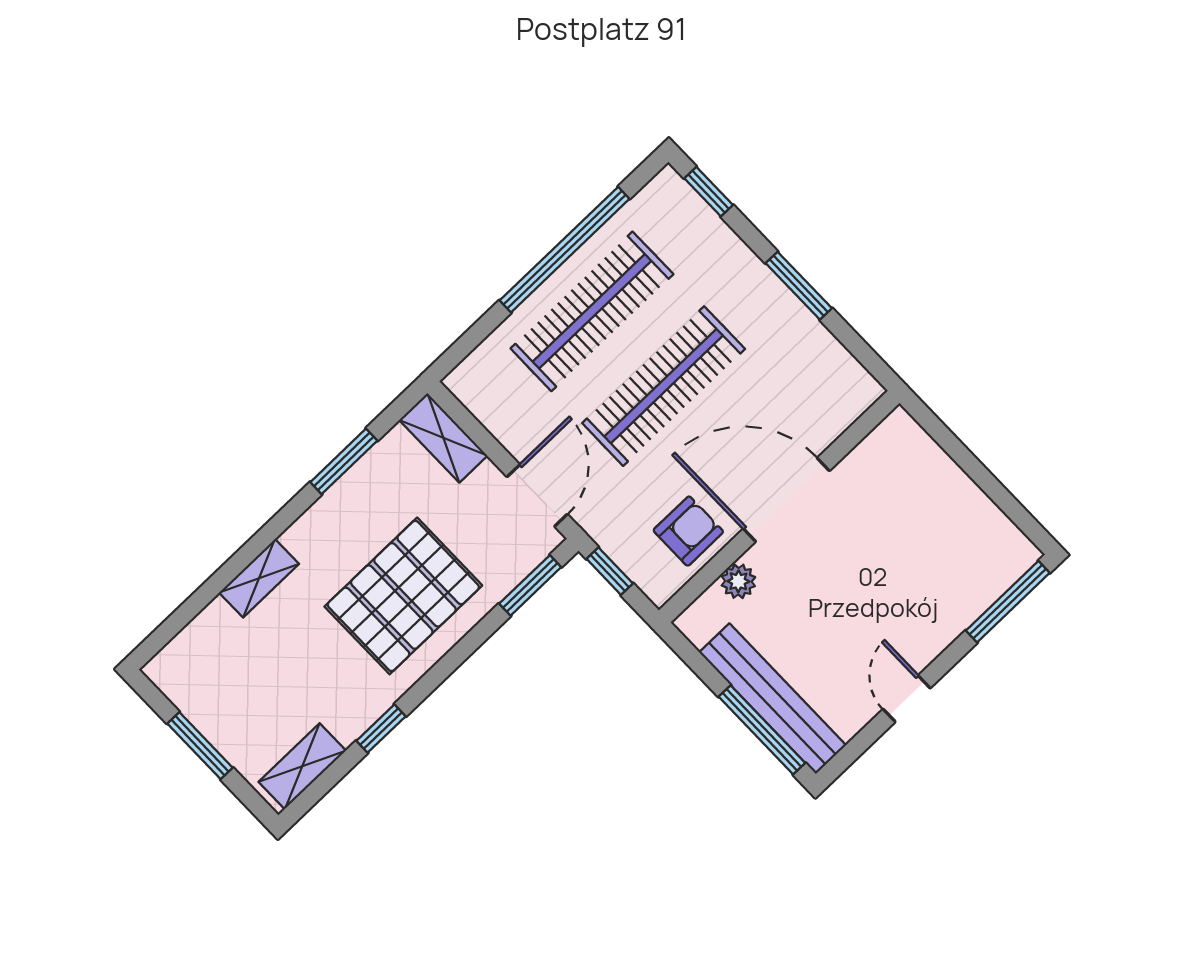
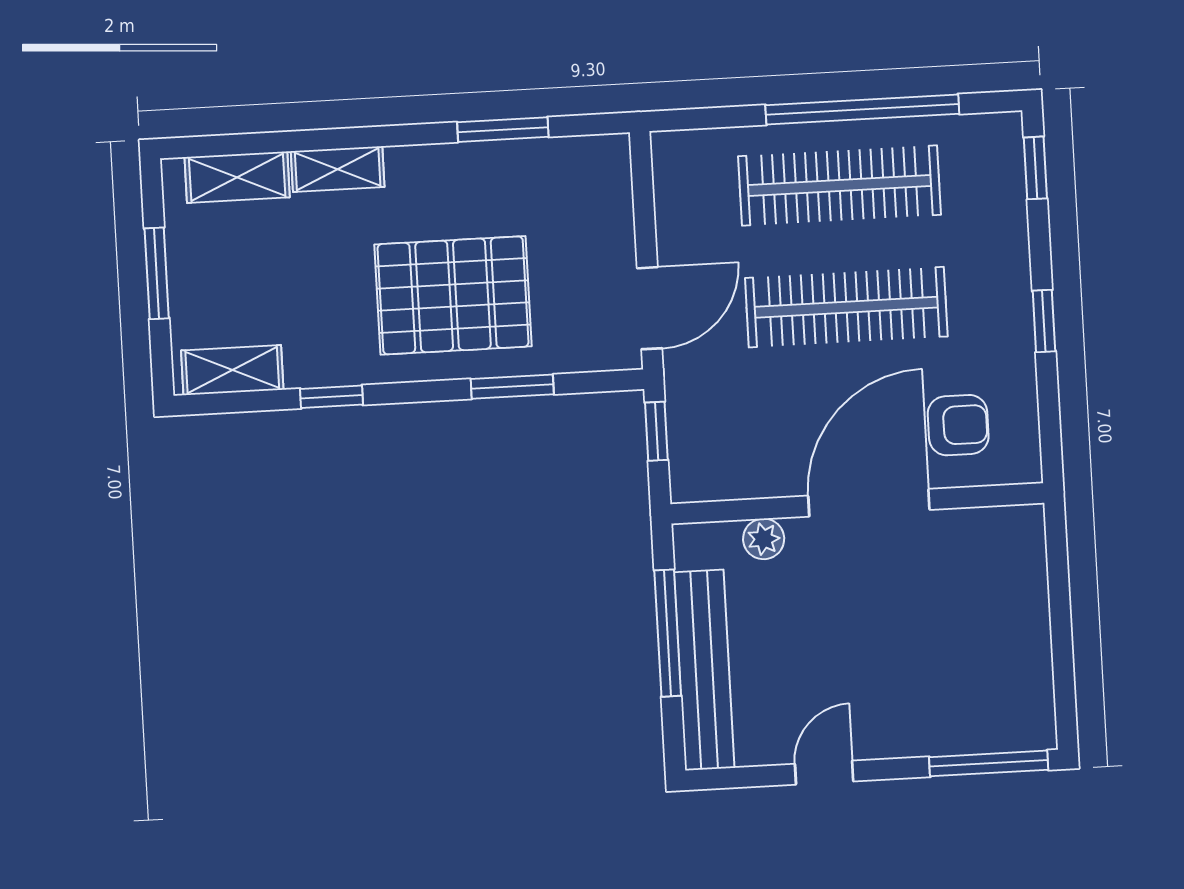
window: (799, 286) -> (1044, 321), width x0.67
shelving: (443, 438) -> (237, 177), moved, turned 90
door: (786, 500) -> (869, 503), hinge flipped
armchair: (688, 531) -> (958, 425), moved
window: (530, 585) -> (512, 387), moved
window: (762, 730) -> (668, 633), moved

